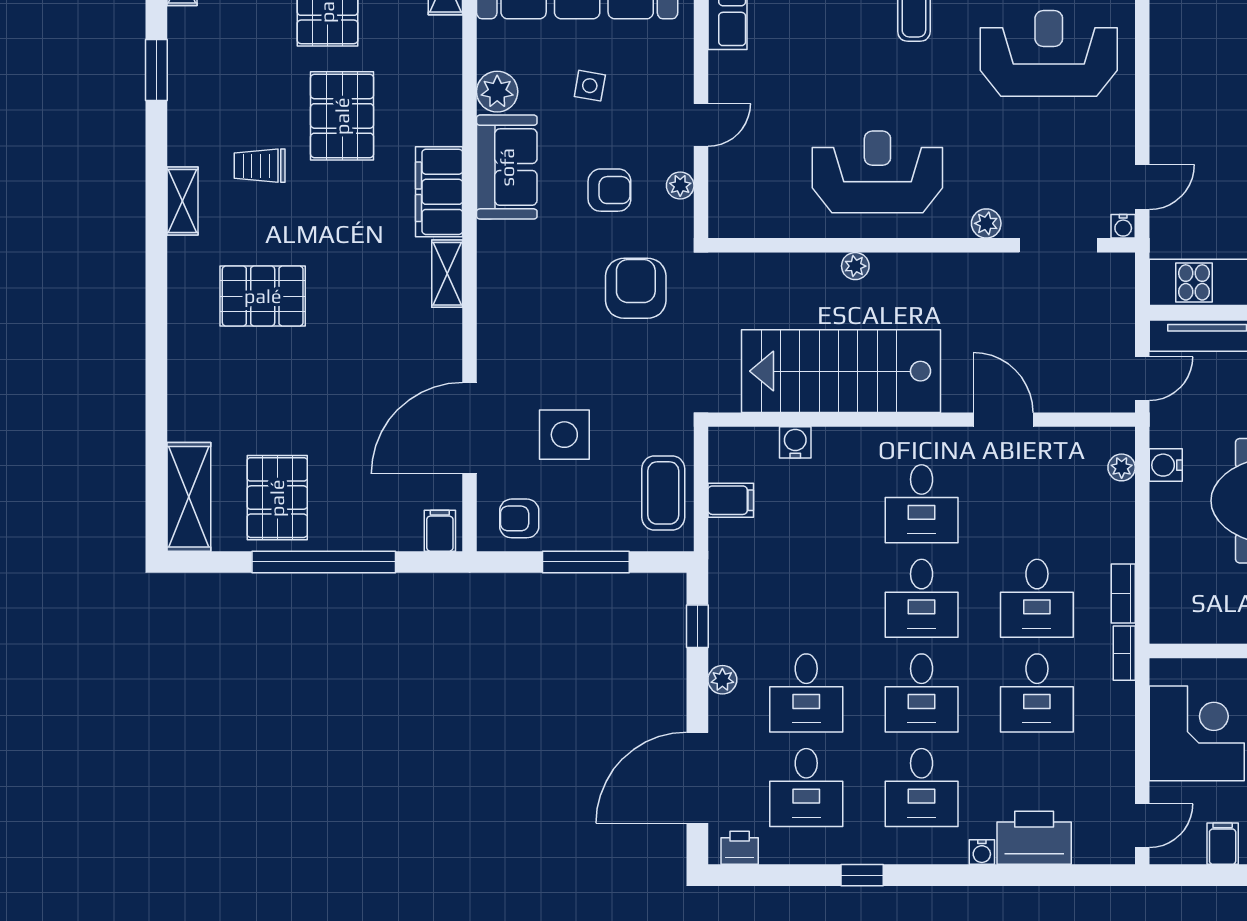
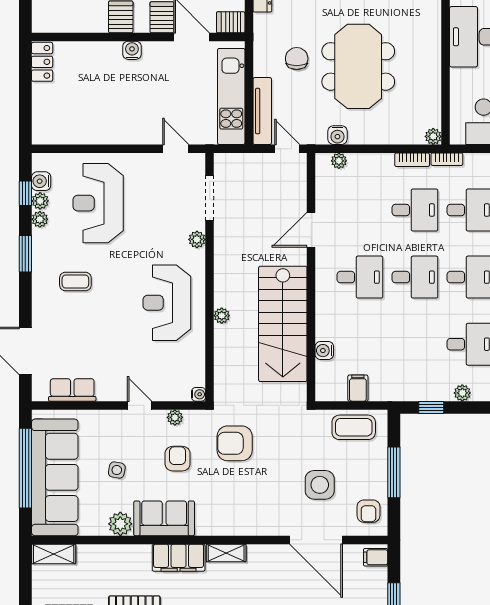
water cooler: (1123, 226) -> (199, 394), moved
plant: (1163, 630) -> (433, 136), added

